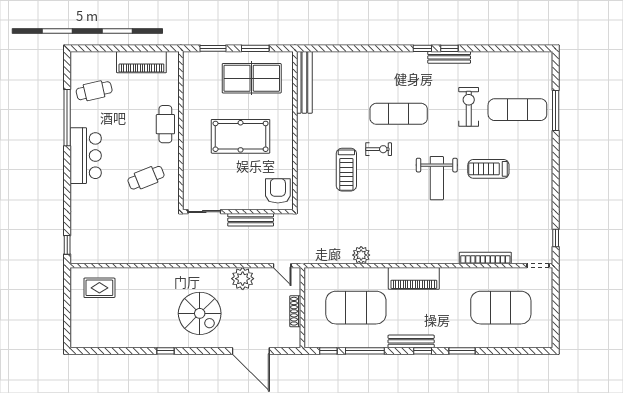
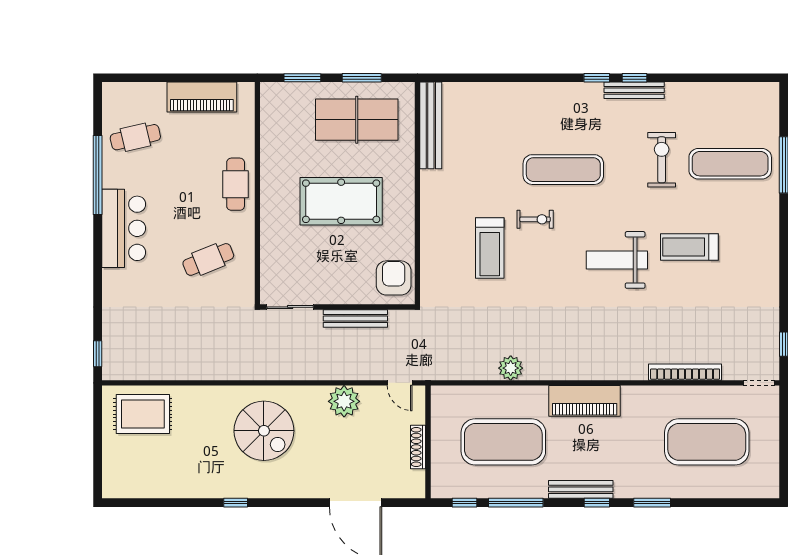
weight bench: (437, 178) -> (617, 260), turned 90
rug: (99, 288) -> (143, 414), width x1.36, depth x1.43
spiral stairs: (200, 313) -> (264, 431), moved

